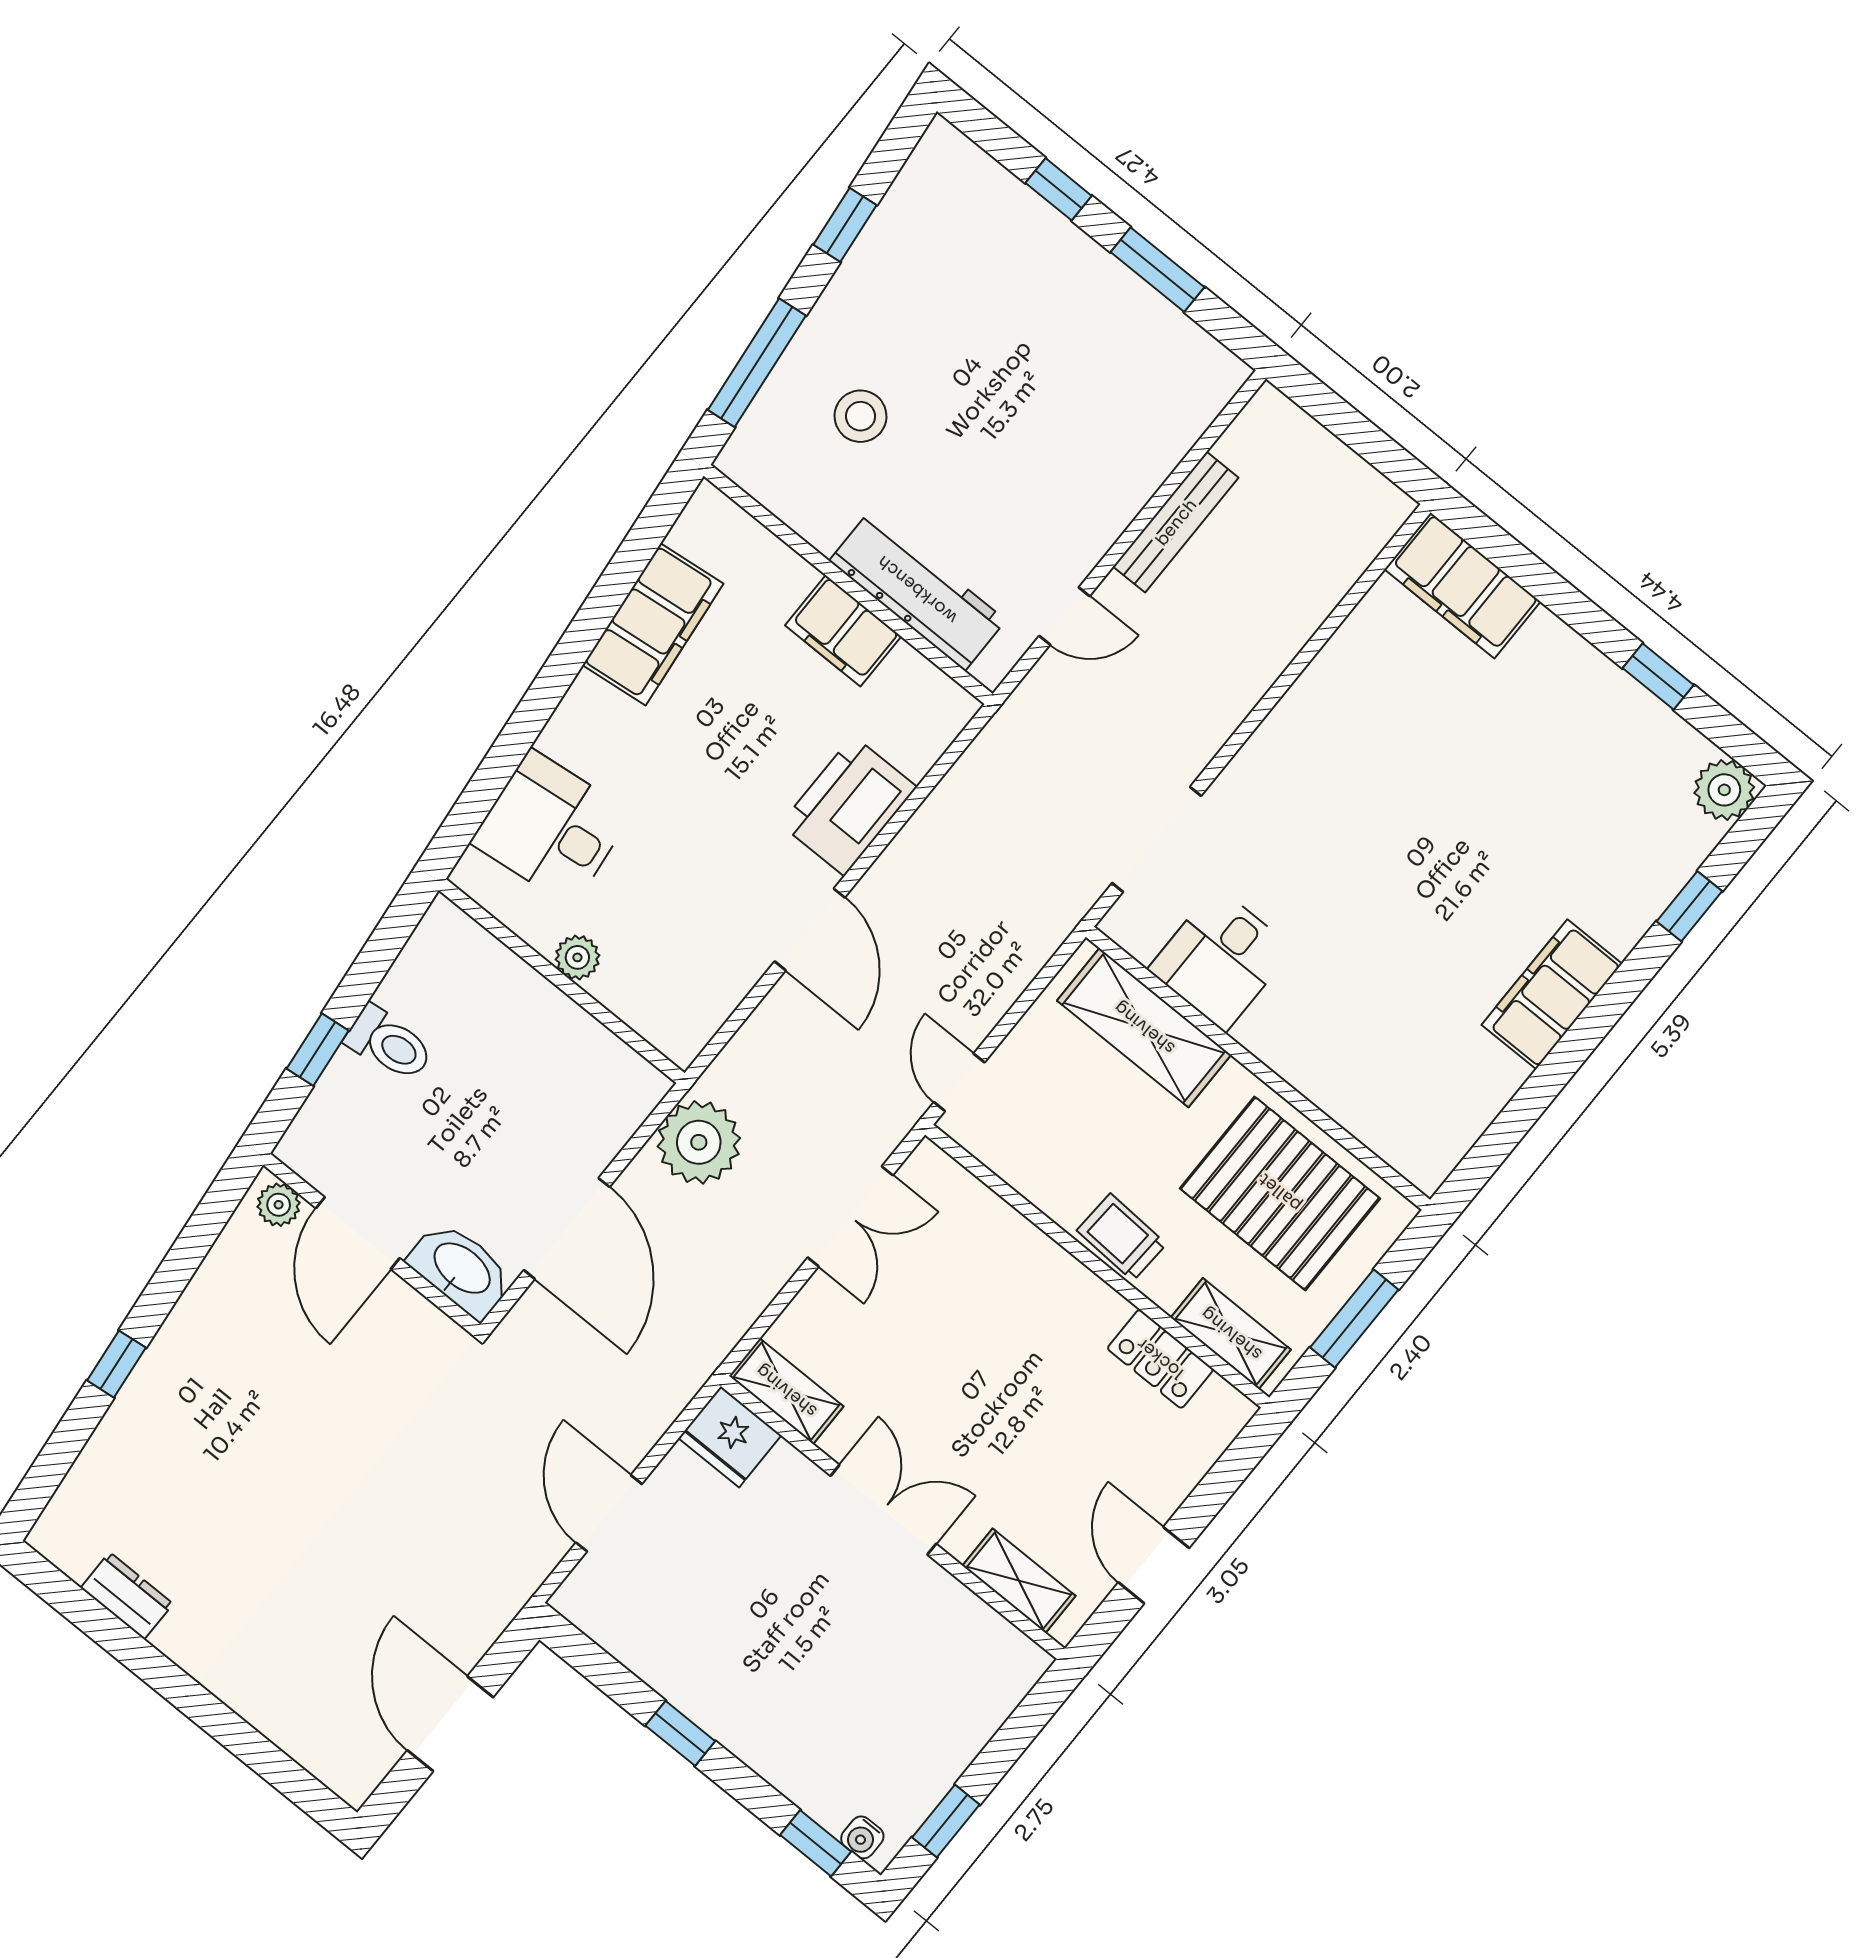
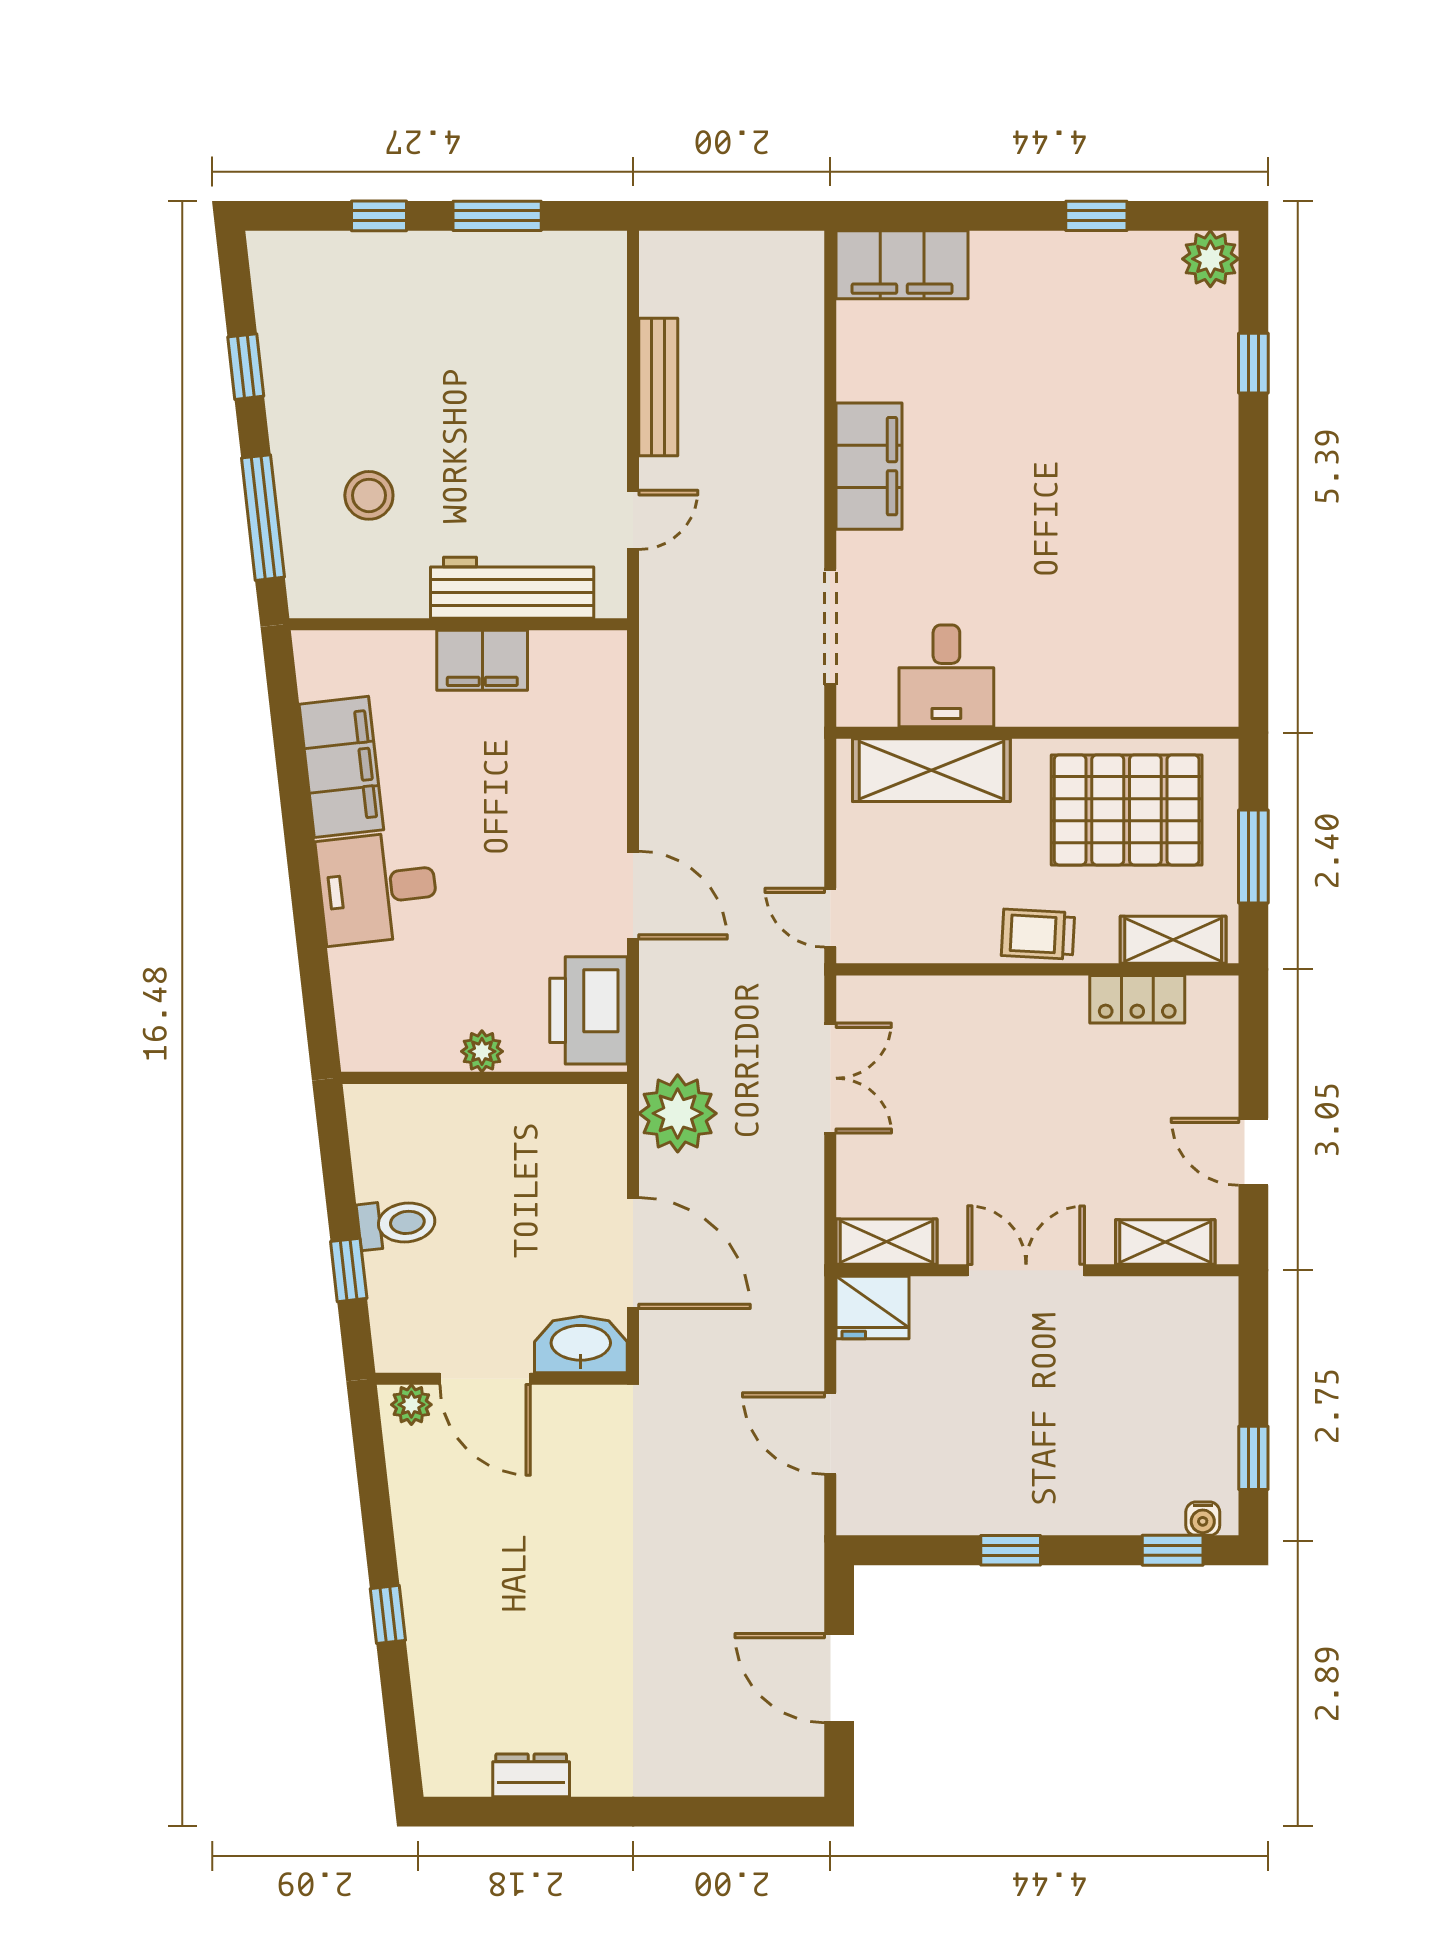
printer: (849, 806) -> (589, 1010), moved
desk: (551, 828) -> (378, 888), moved
filing cabinet: (1552, 994) -> (869, 466), moved, turned 180

